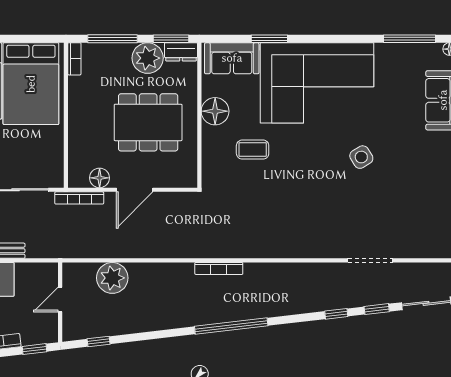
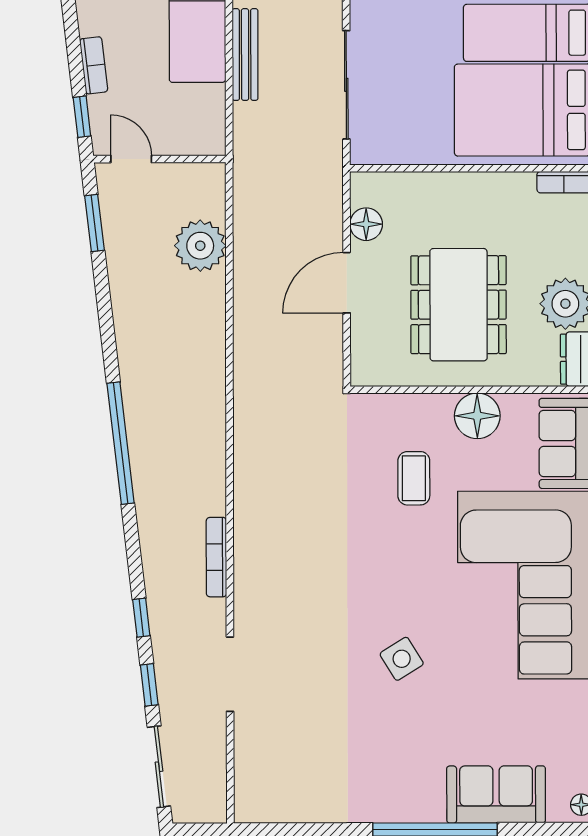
door: (135, 190) -> (347, 283), hinge flipped
bookcase: (79, 198) -> (333, 191), removed
bookcase: (219, 268) -> (216, 557), moved
door: (60, 300) -> (131, 159), moved
window: (99, 342) -> (95, 223), width x1.50

